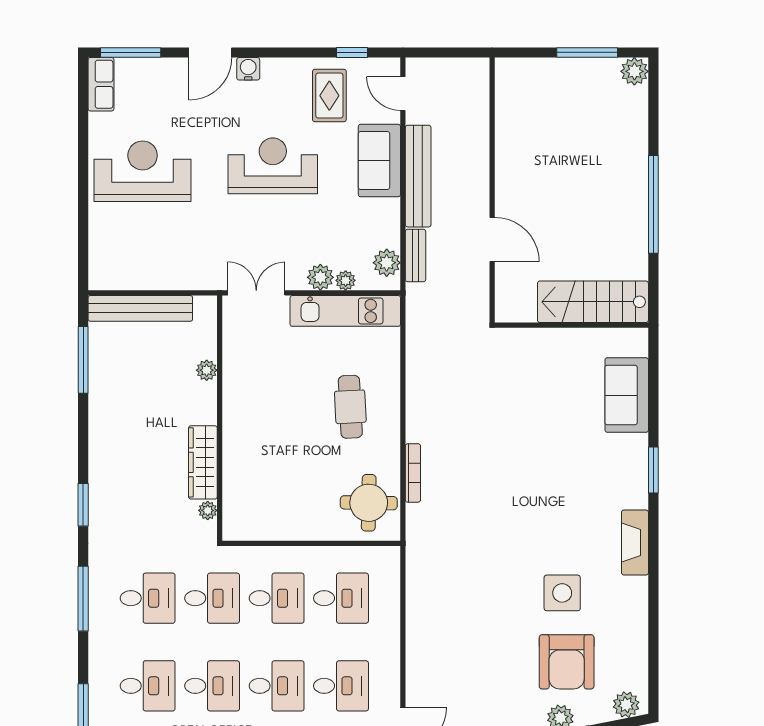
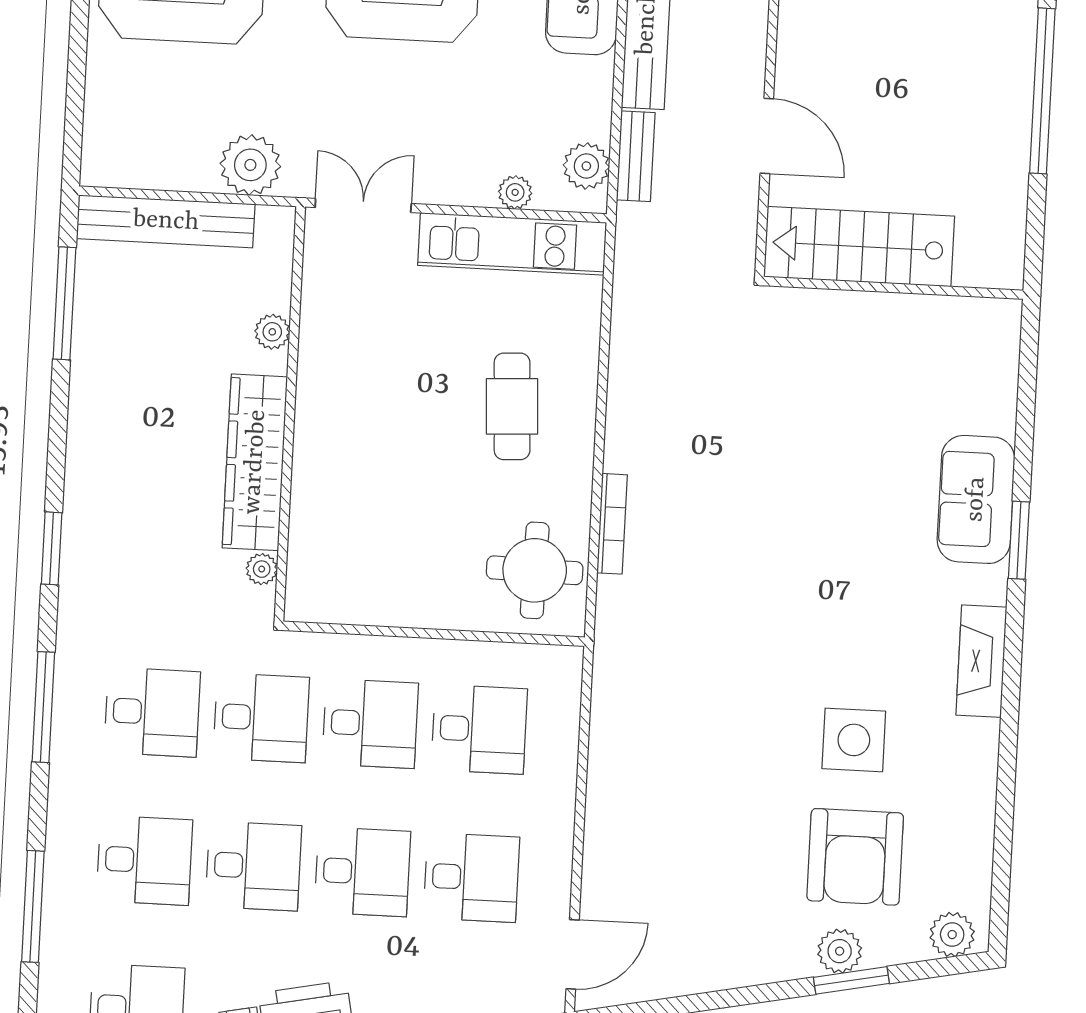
plant: (320, 277) -> (250, 165), moved, width x1.36, depth x1.36
stairs: (593, 302) -> (859, 247), moved
sofa: (627, 395) -> (976, 499), moved
wardrobe: (203, 462) -> (255, 462), width x1.40, depth x1.17

